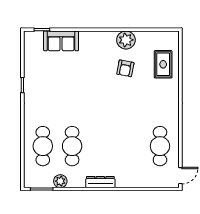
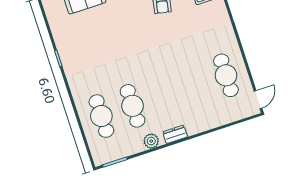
plant: (60, 181) -> (151, 141), moved
dresser: (100, 182) -> (175, 134), width x0.70

